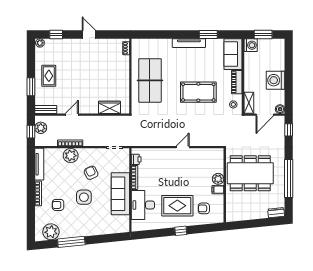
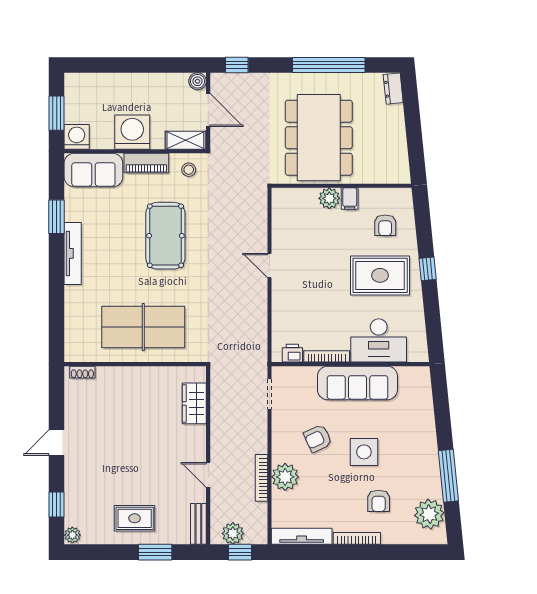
washing machine: (275, 80) -> (132, 132), moved, turned 180
rug: (177, 206) -> (380, 275), turned 90

